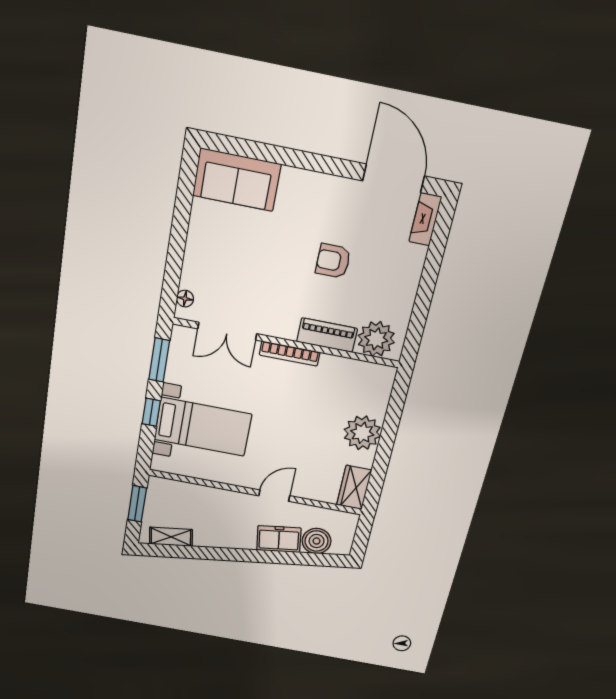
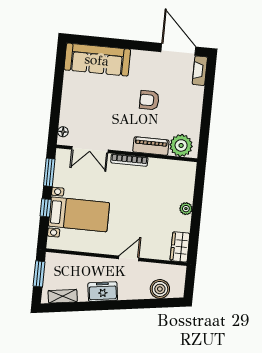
sofa: (237, 180) -> (97, 60), width x1.36
plant: (362, 433) -> (186, 209), width x0.53, depth x0.53
freezer: (279, 539) -> (103, 292), moved

